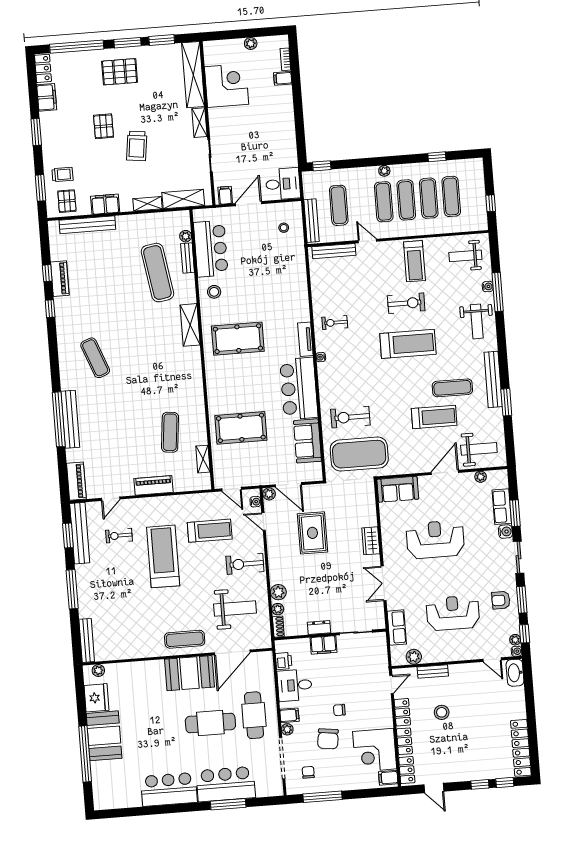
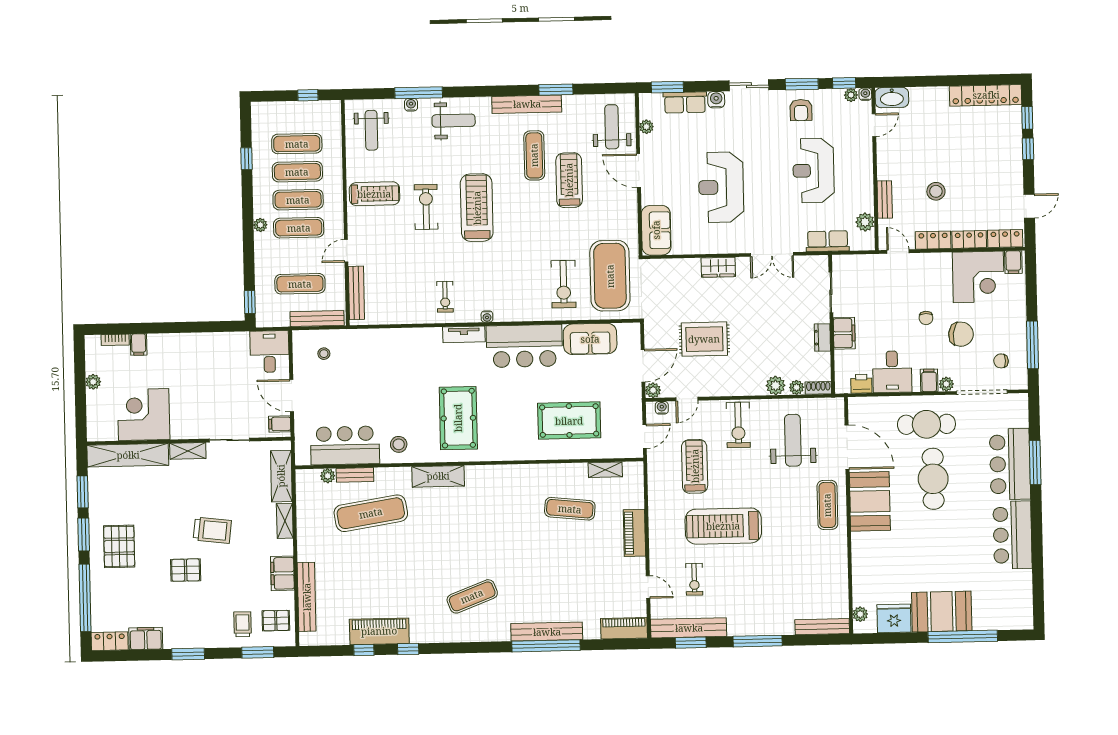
piano: (60, 279) -> (379, 631), width x1.37, depth x1.33
pool table: (241, 428) -> (569, 421), turned 90
window: (515, 513) -> (667, 87), moved

